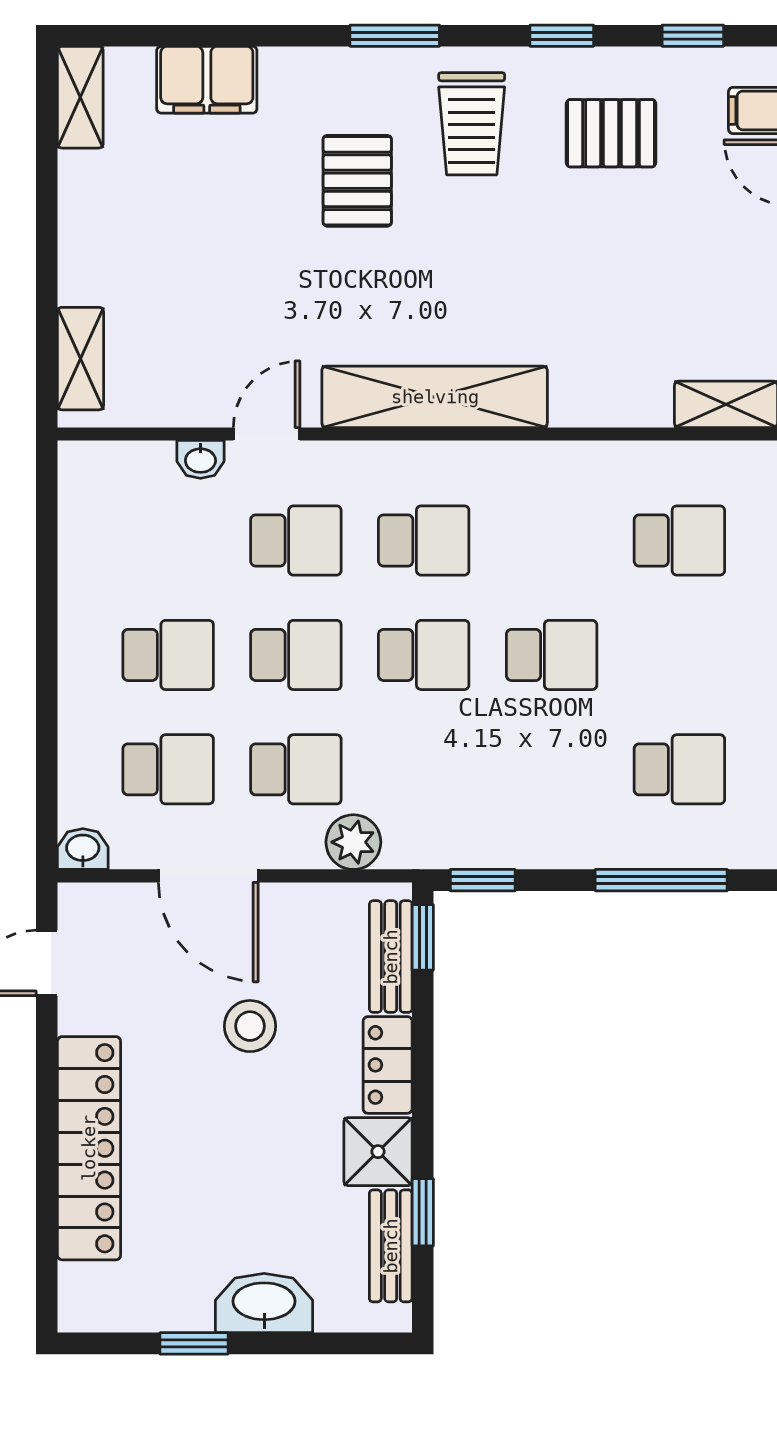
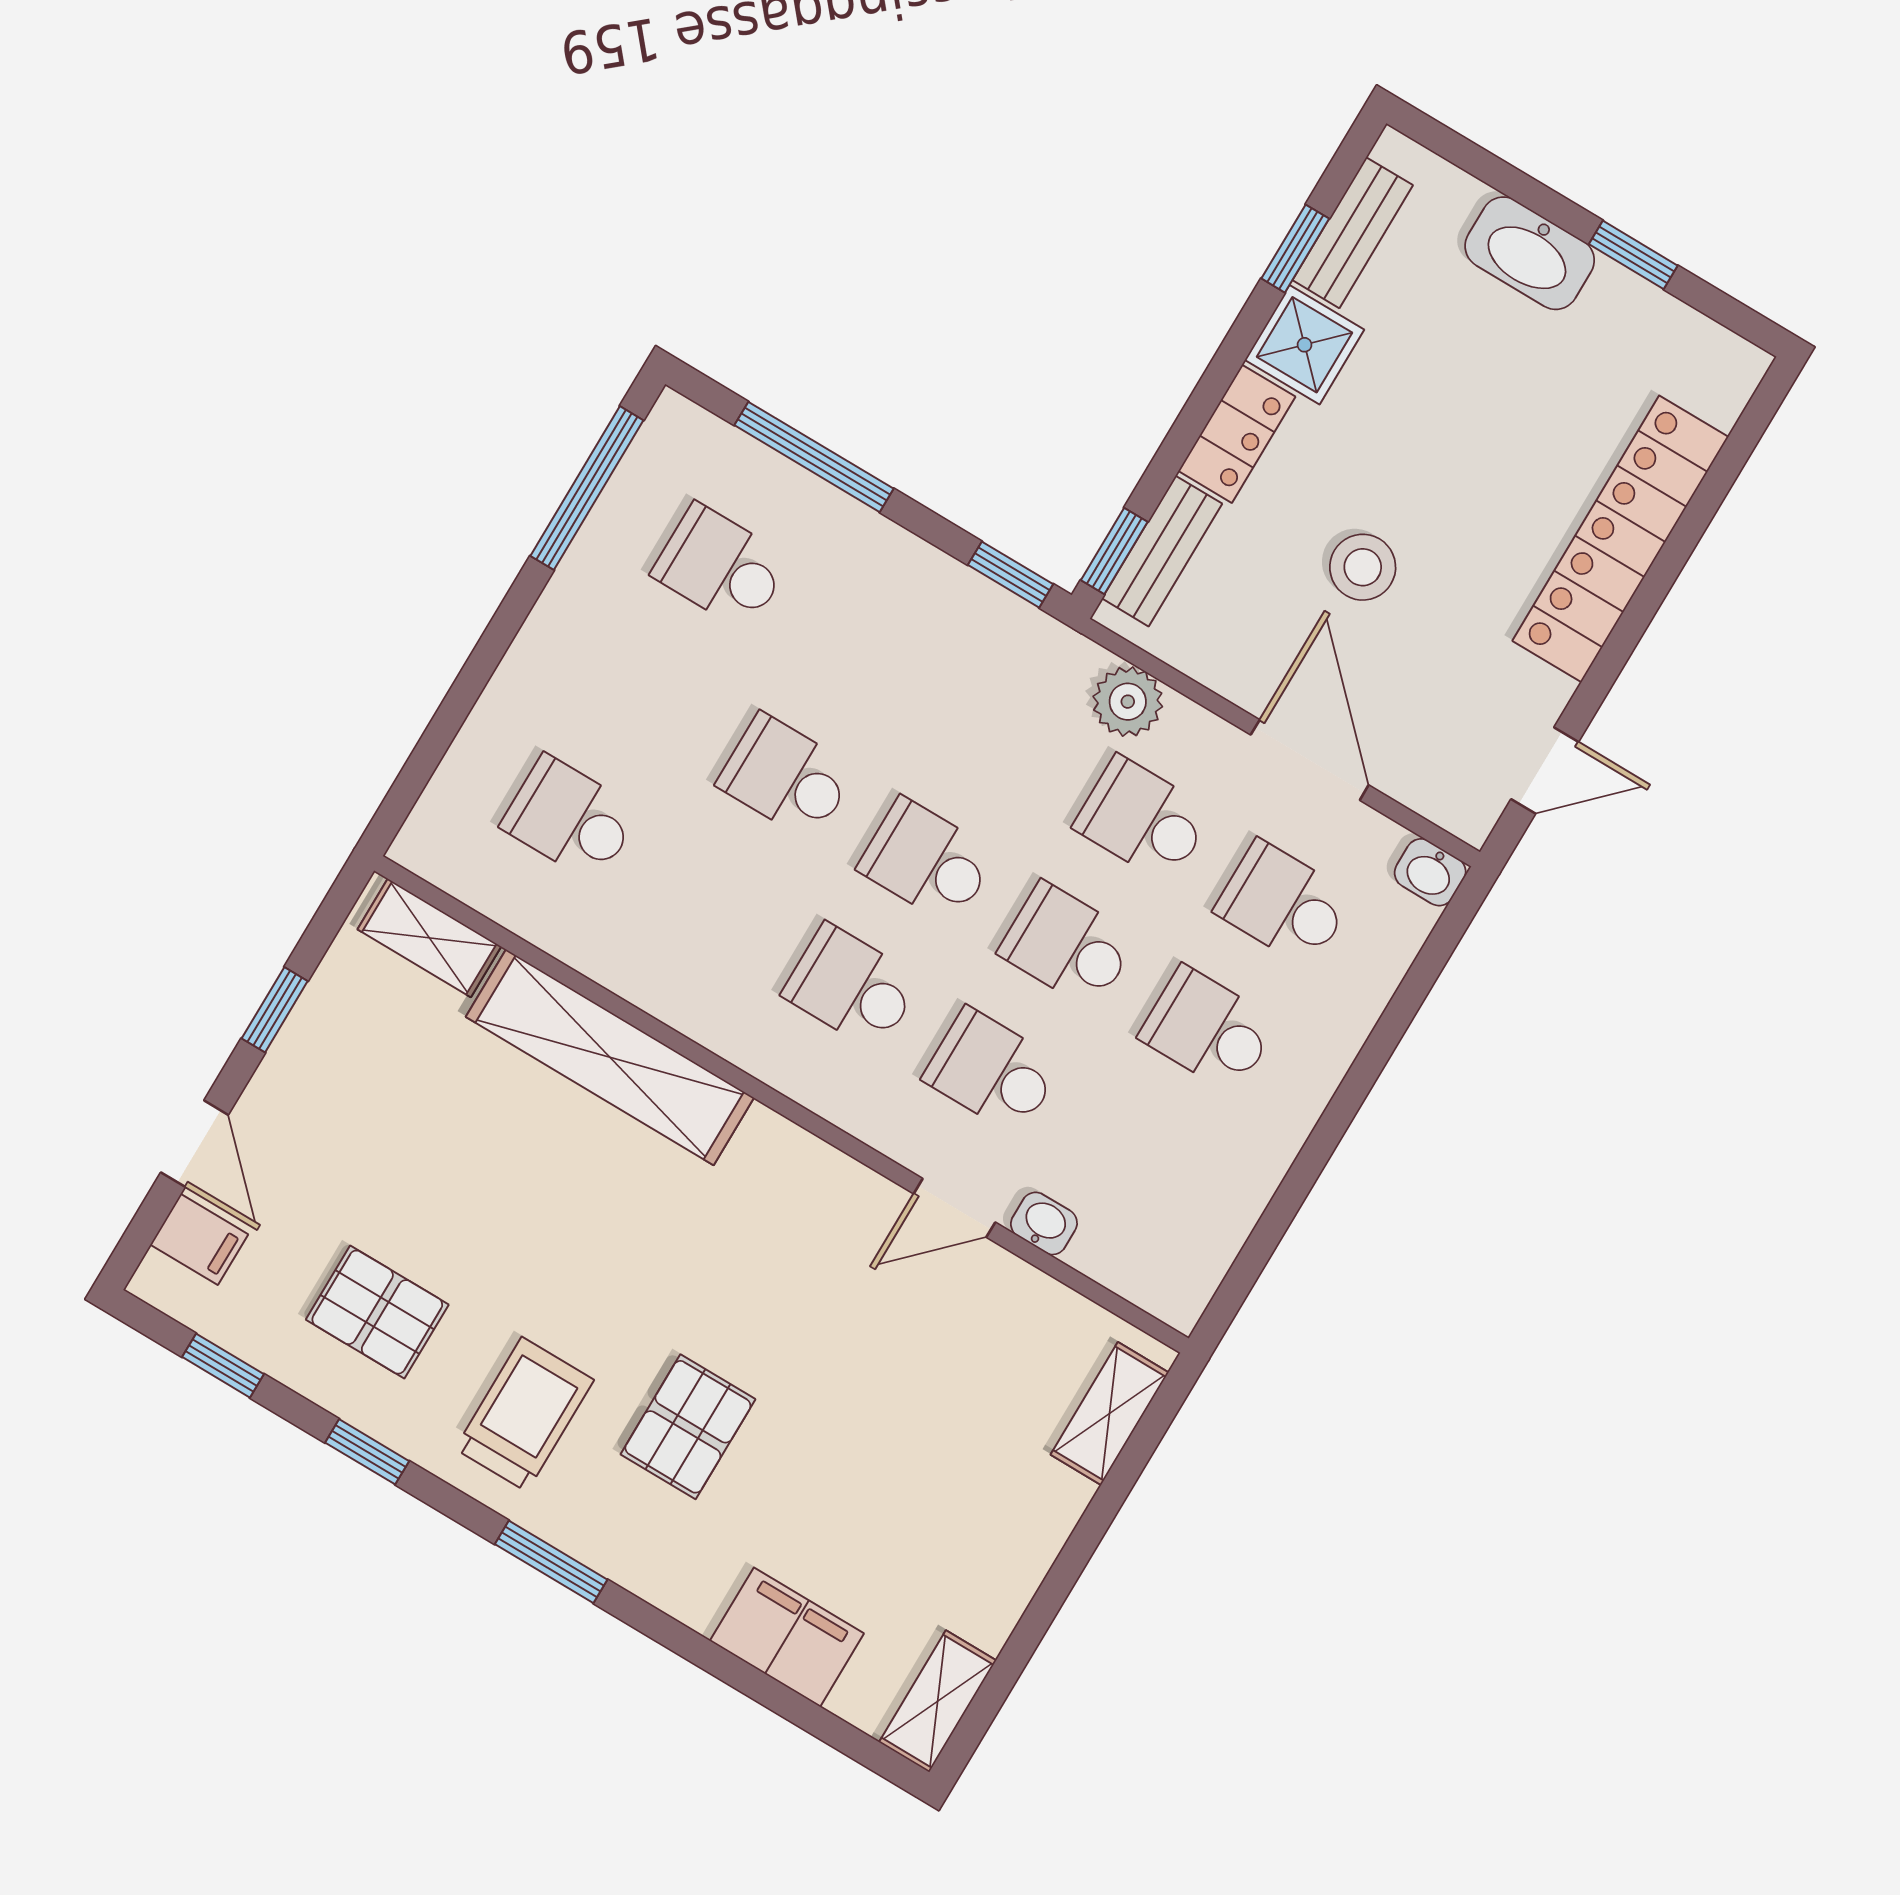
shelving: (435, 397) -> (610, 1057), moved

